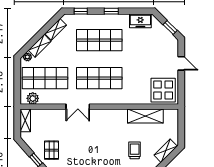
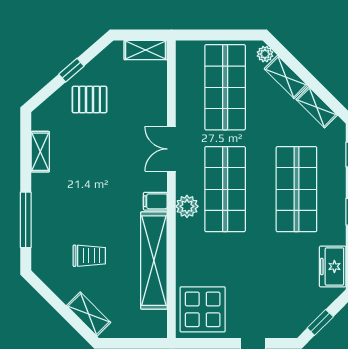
plant: (33, 98) -> (187, 206), moved
filing cabinet: (106, 115) -> (155, 201), added
shelving: (145, 116) -> (154, 261), width x1.47

